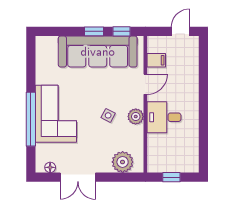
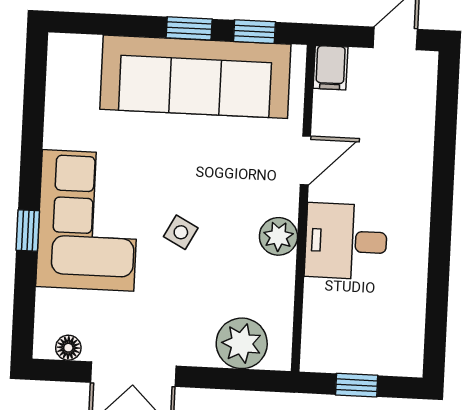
filing cabinet: (156, 60) -> (330, 68), moved, turned 90
side table: (108, 115) -> (181, 232), moved
window: (31, 119) -> (28, 230), width x0.32

